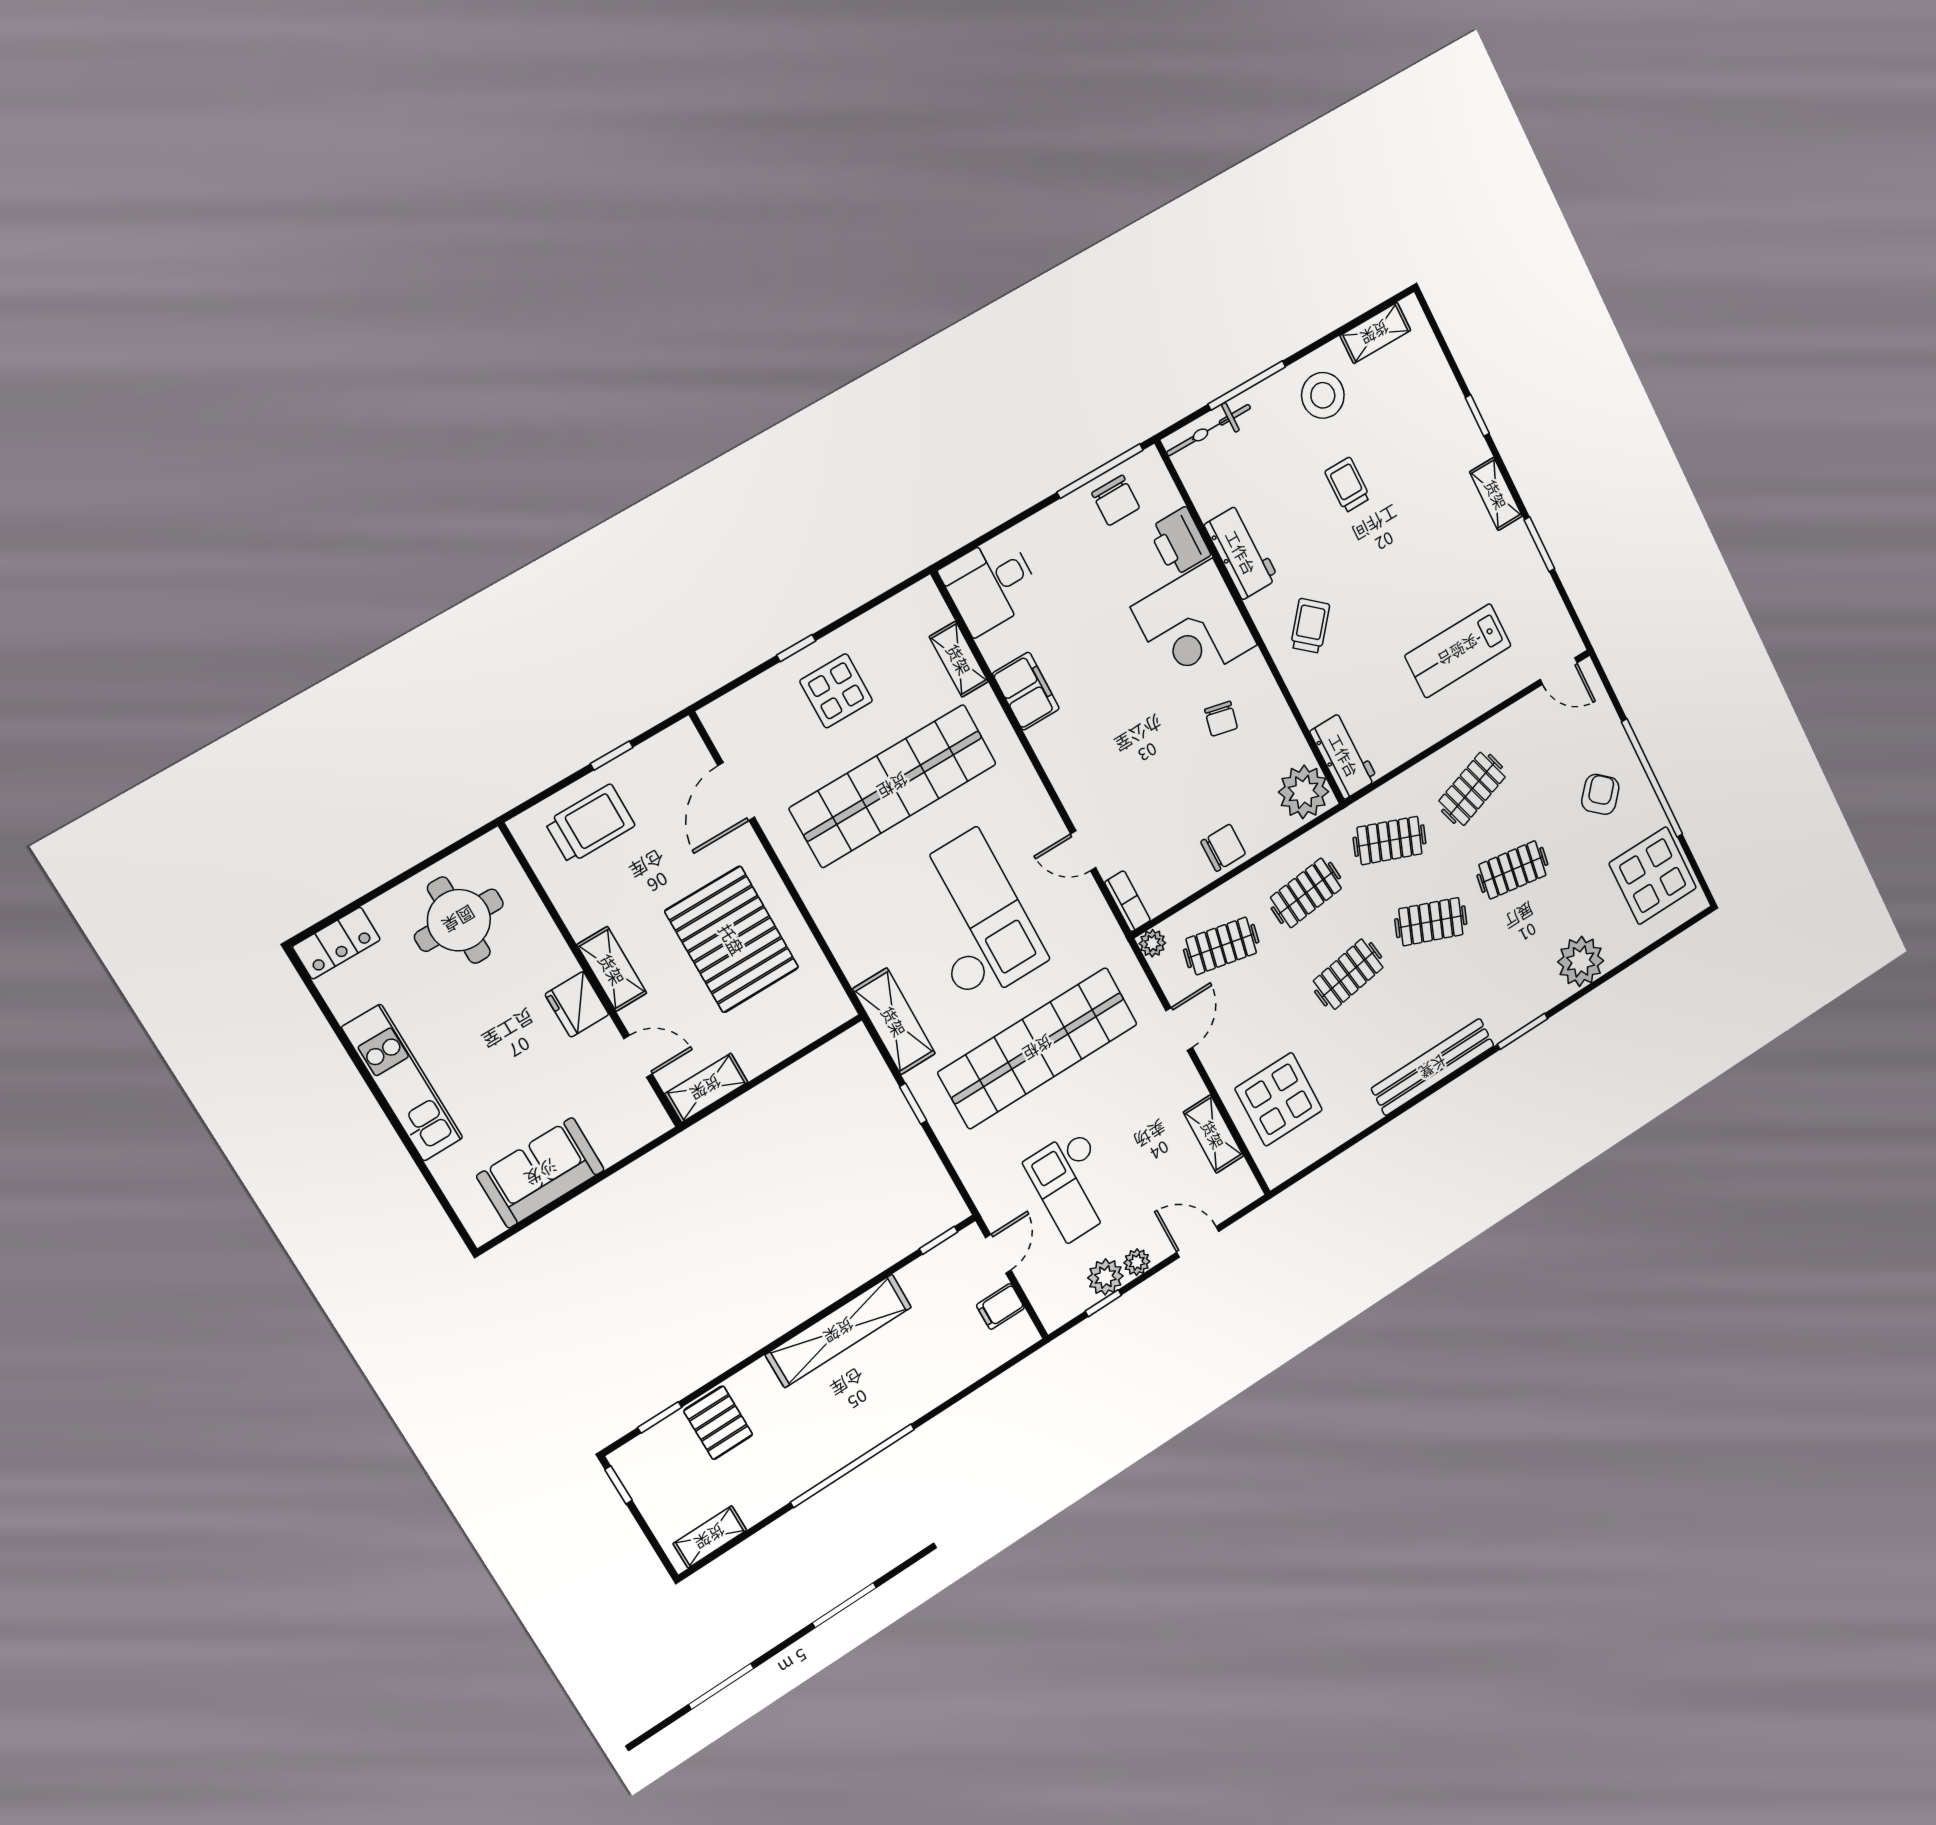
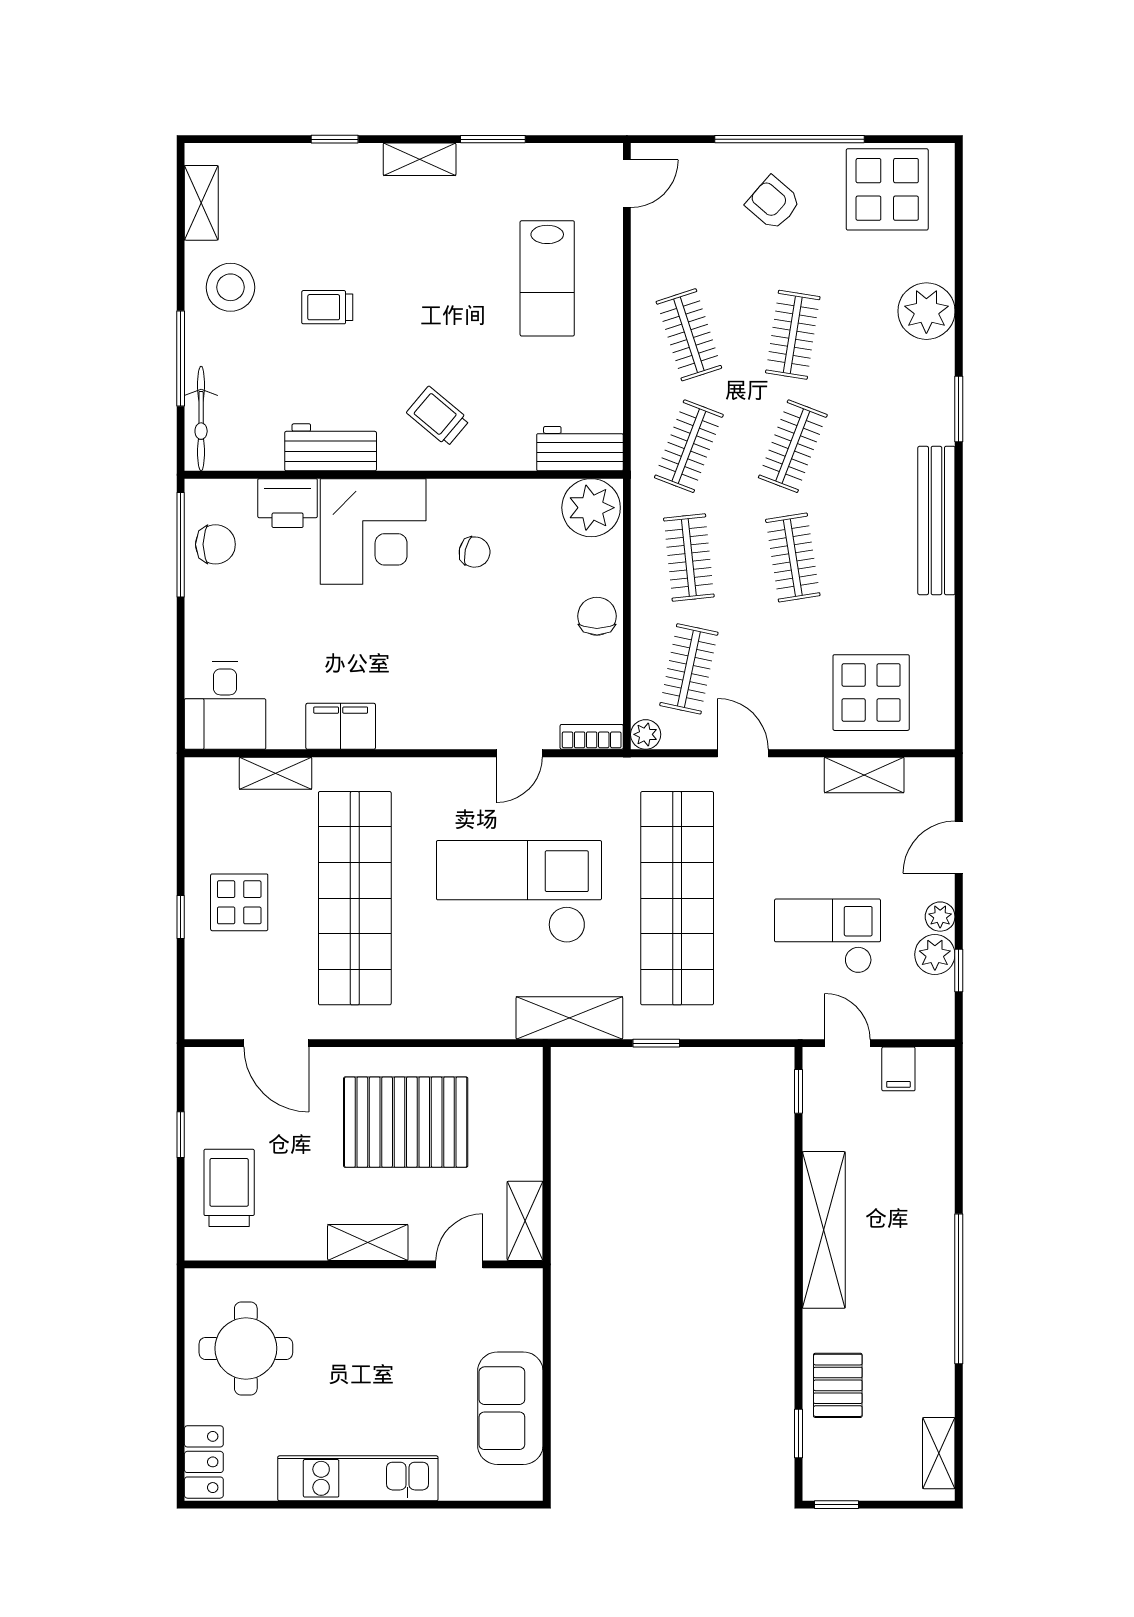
fridge: (577, 1004) -> (381, 1291), removed
checkout: (1074, 1185) -> (828, 936), turned 180
pallet: (718, 1423) -> (838, 1385), turned 90

